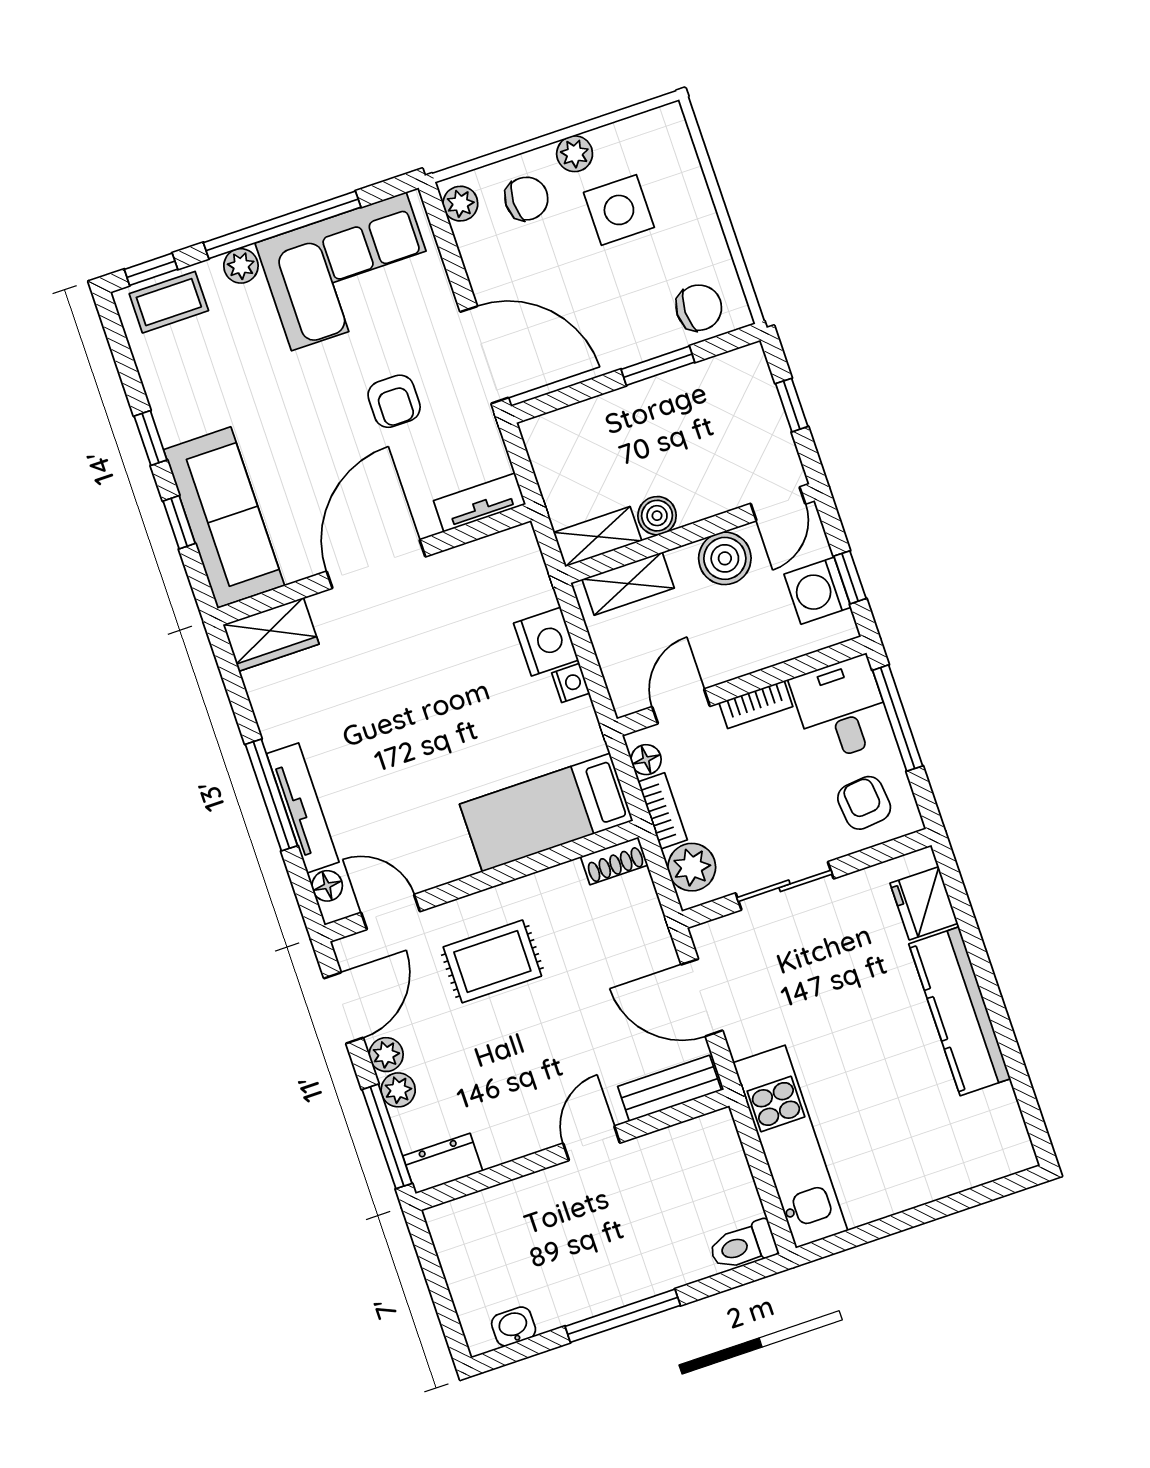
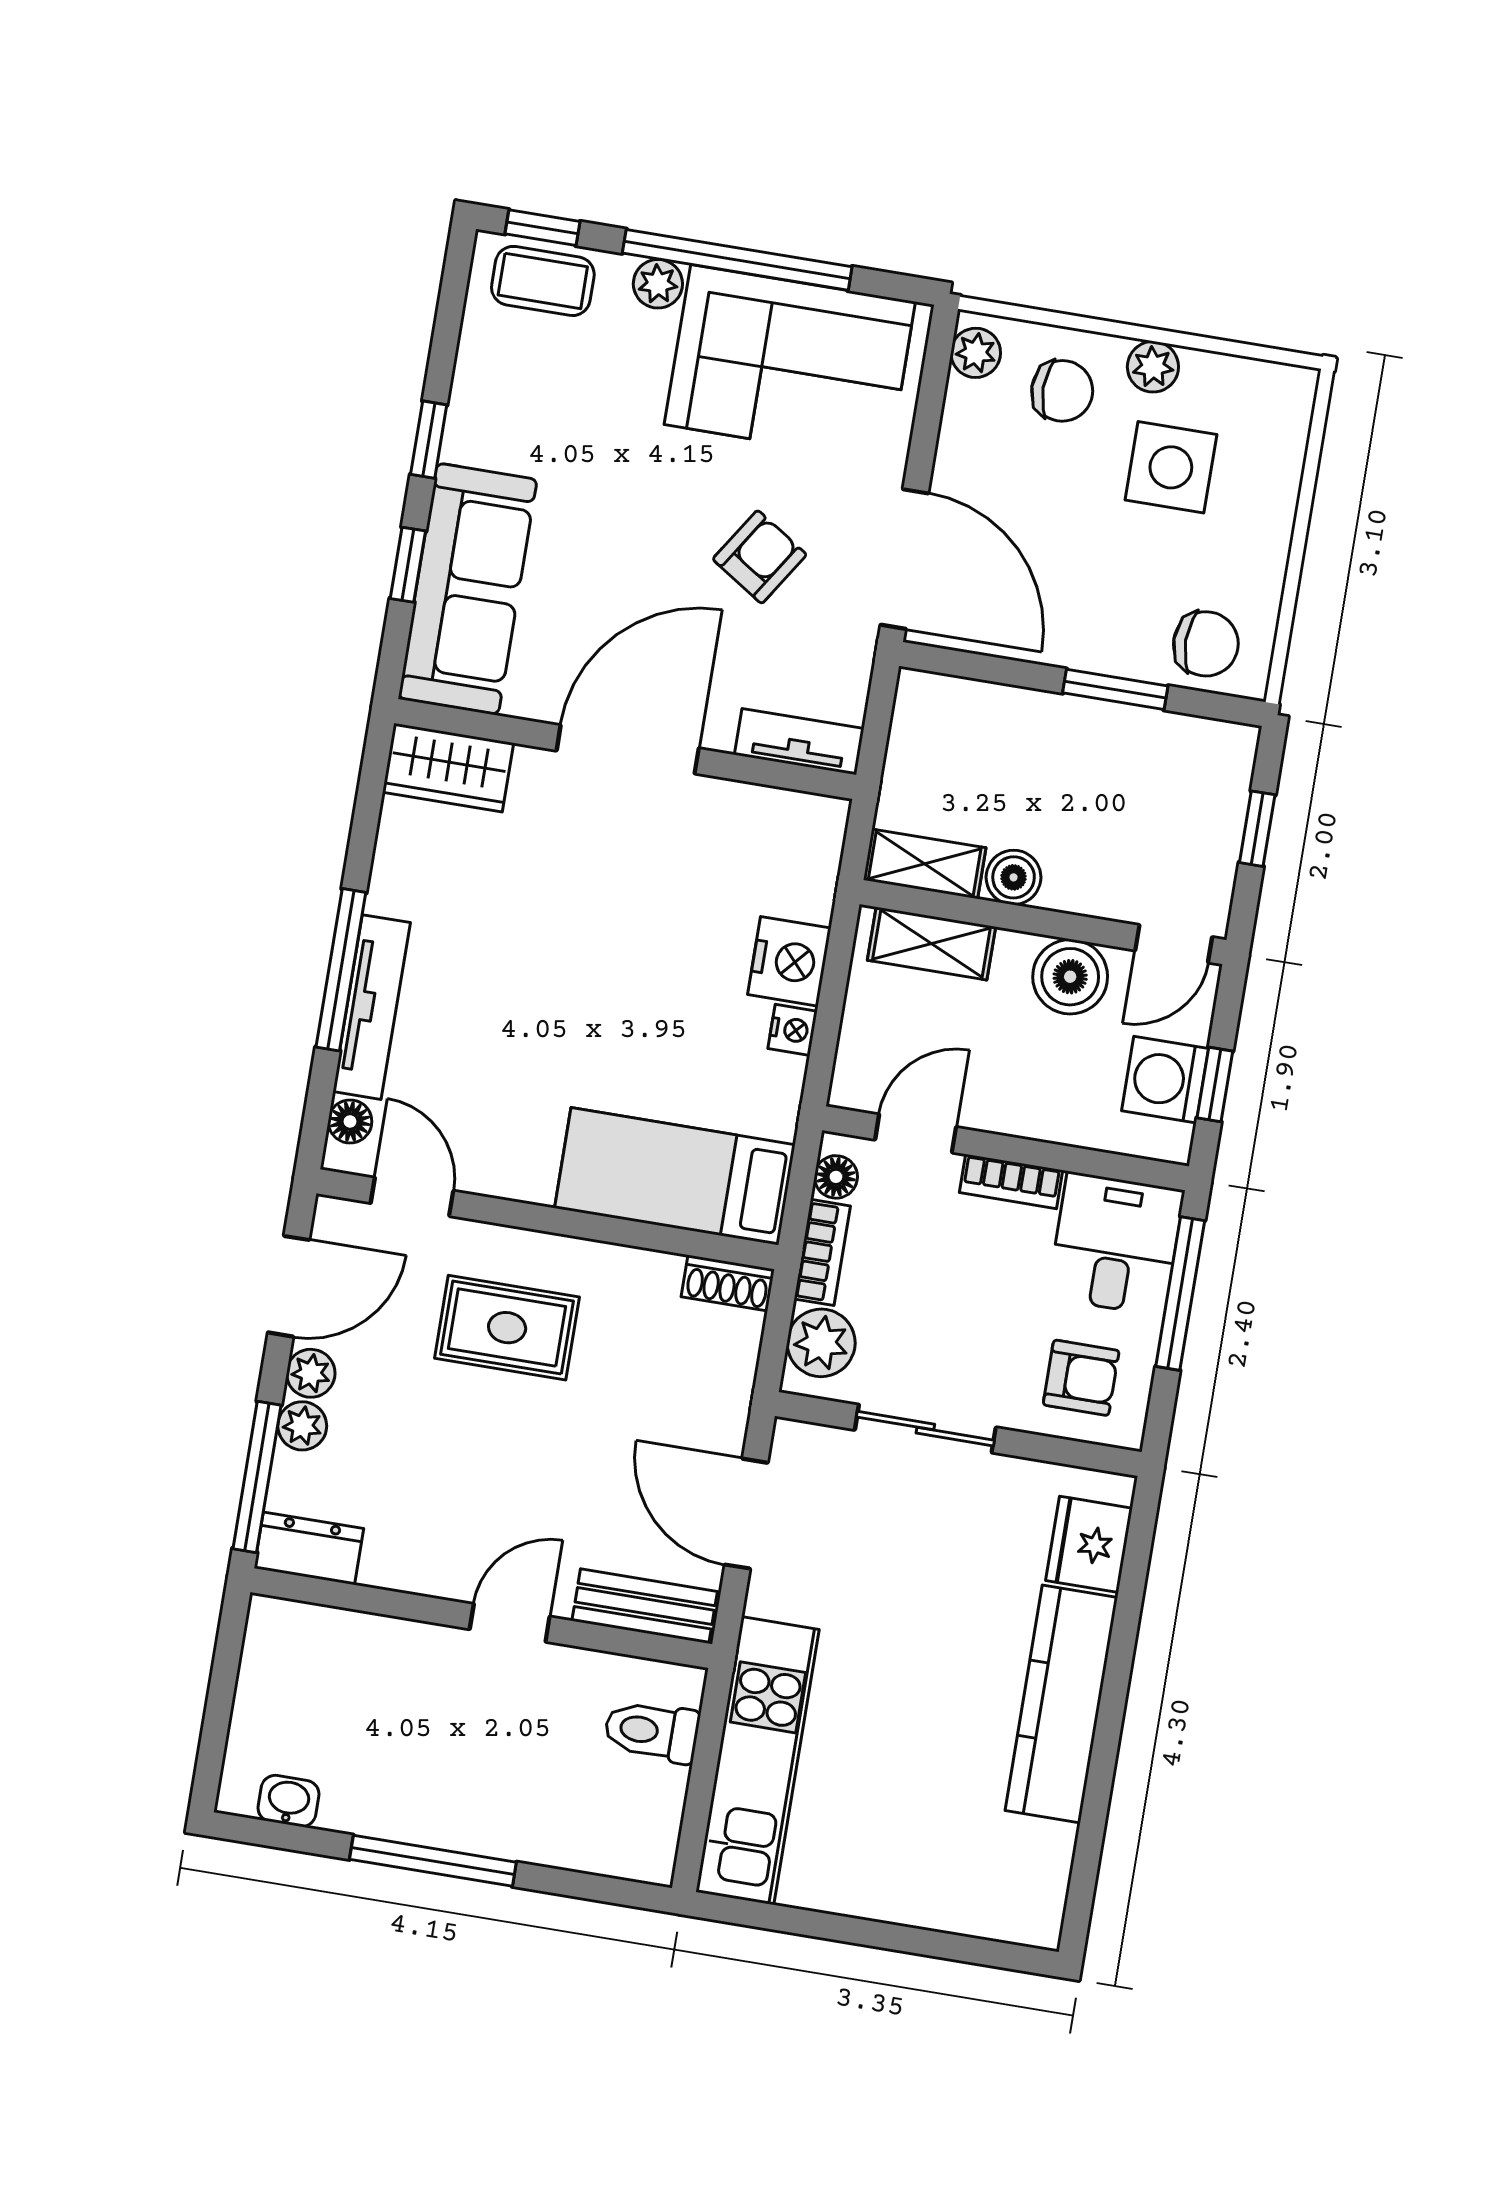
armchair: (394, 401) -> (760, 557), turned -147
armchair: (864, 803) -> (1081, 1378), turned 96
toilet: (743, 1246) -> (652, 1731), moved

